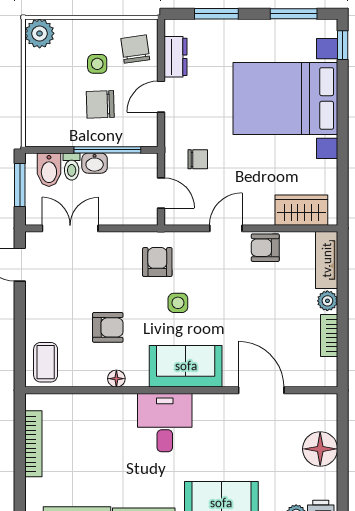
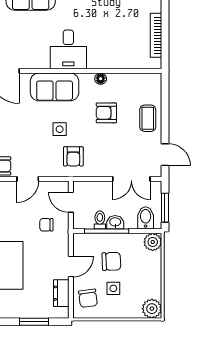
plant: (38, 134) -> (153, 242), added
toilet: (72, 167) -> (100, 220), moved
coffee table: (46, 362) -> (148, 118), moved

